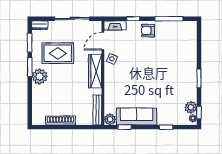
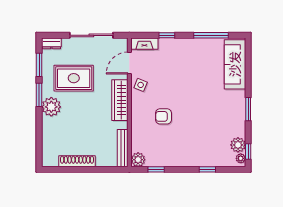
armchair: (148, 31) -> (163, 116), moved
sofa: (137, 117) -> (235, 64), moved, turned -90

